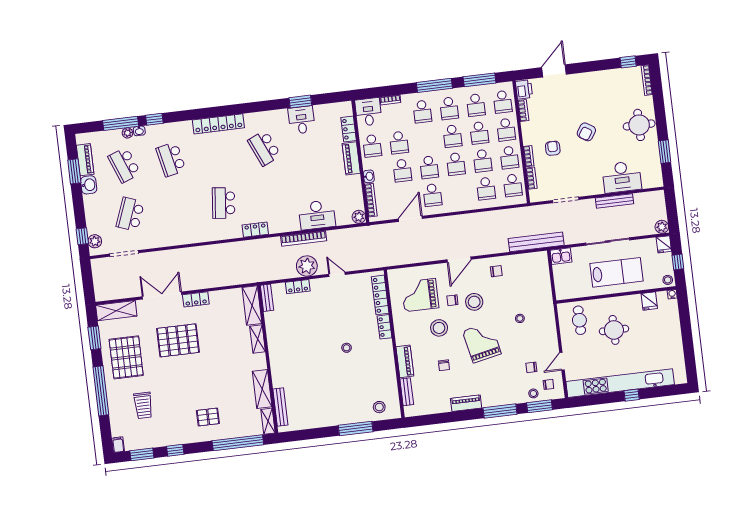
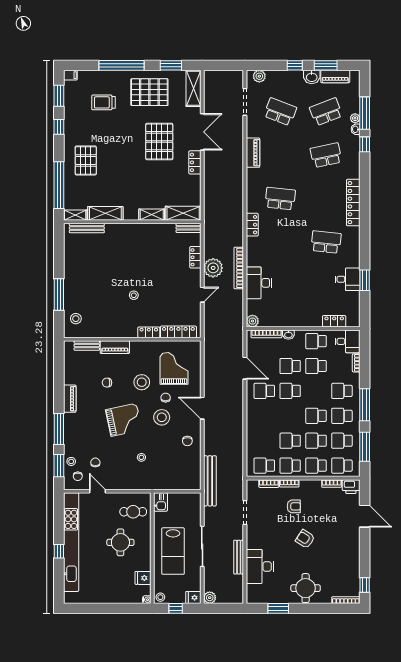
school desk: (264, 148) -> (326, 242), turned 30
piano: (351, 158) -> (253, 153), moved, turned 90
school desk: (456, 164) -> (290, 416), removed
school desk: (486, 189) -> (264, 441), removed
window: (82, 236) -> (295, 65), moved
kitchen sink: (561, 256) -> (161, 502), moved, turned 180
pallet: (208, 417) -> (86, 160), width x1.50, depth x1.42

